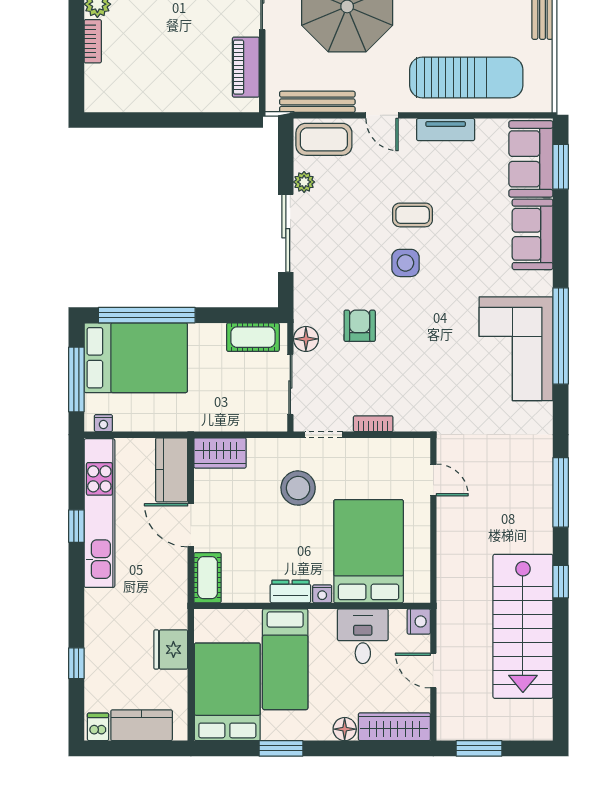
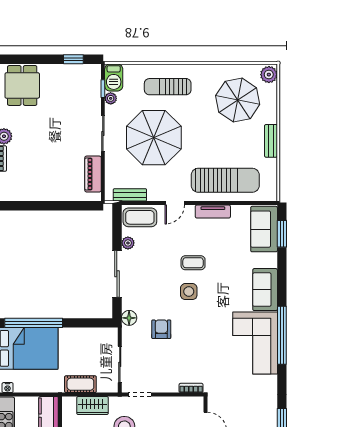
bench: (317, 102) -> (130, 195), width x0.73
door: (382, 115) -> (175, 203), hinge flipped
sofa: (533, 234) -> (265, 290), moved
cot: (253, 337) -> (80, 384), moved
floor lamp: (306, 339) -> (129, 318), moved
bookcase: (373, 424) -> (191, 388), moved
wardrobe: (220, 453) -> (93, 405), moved

